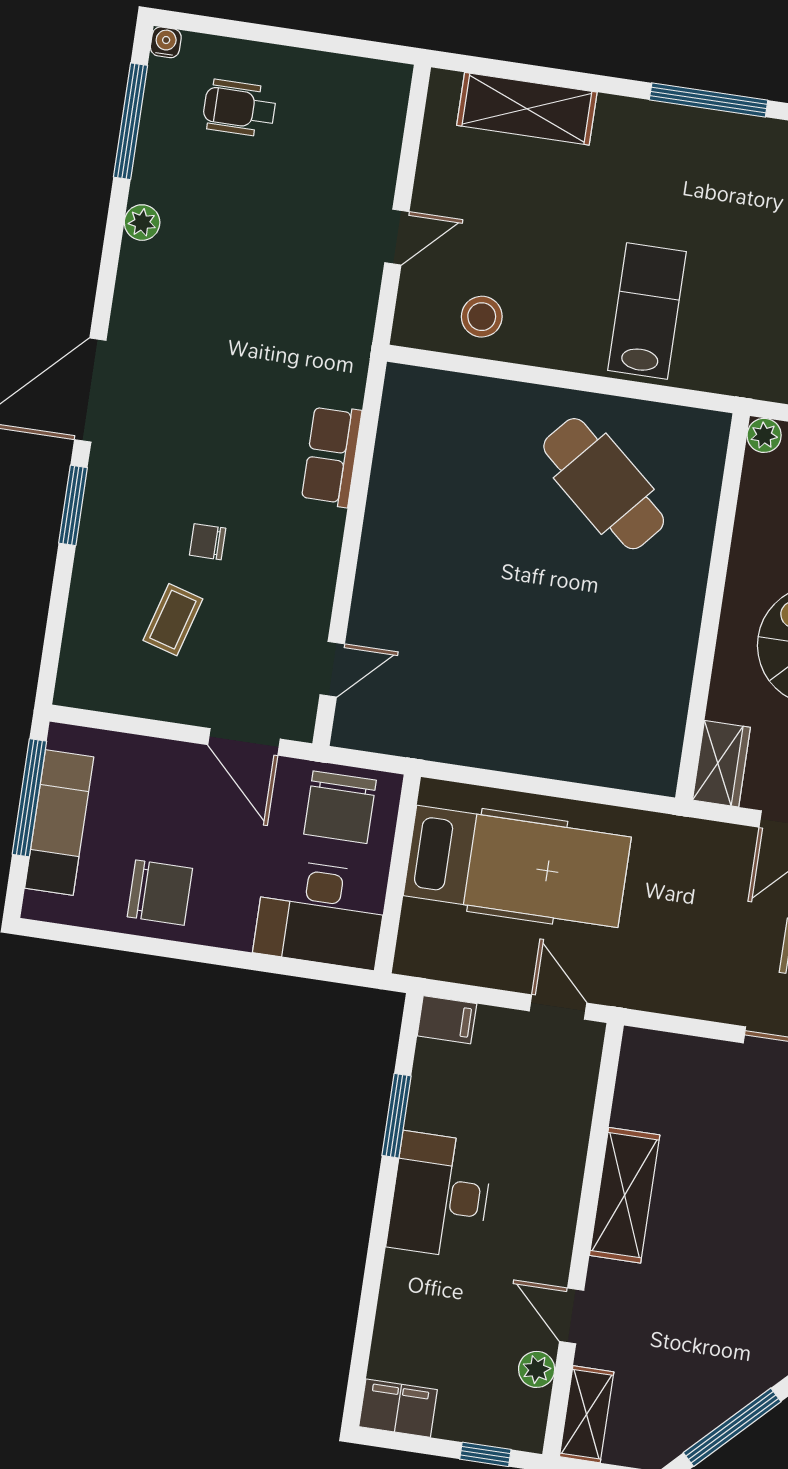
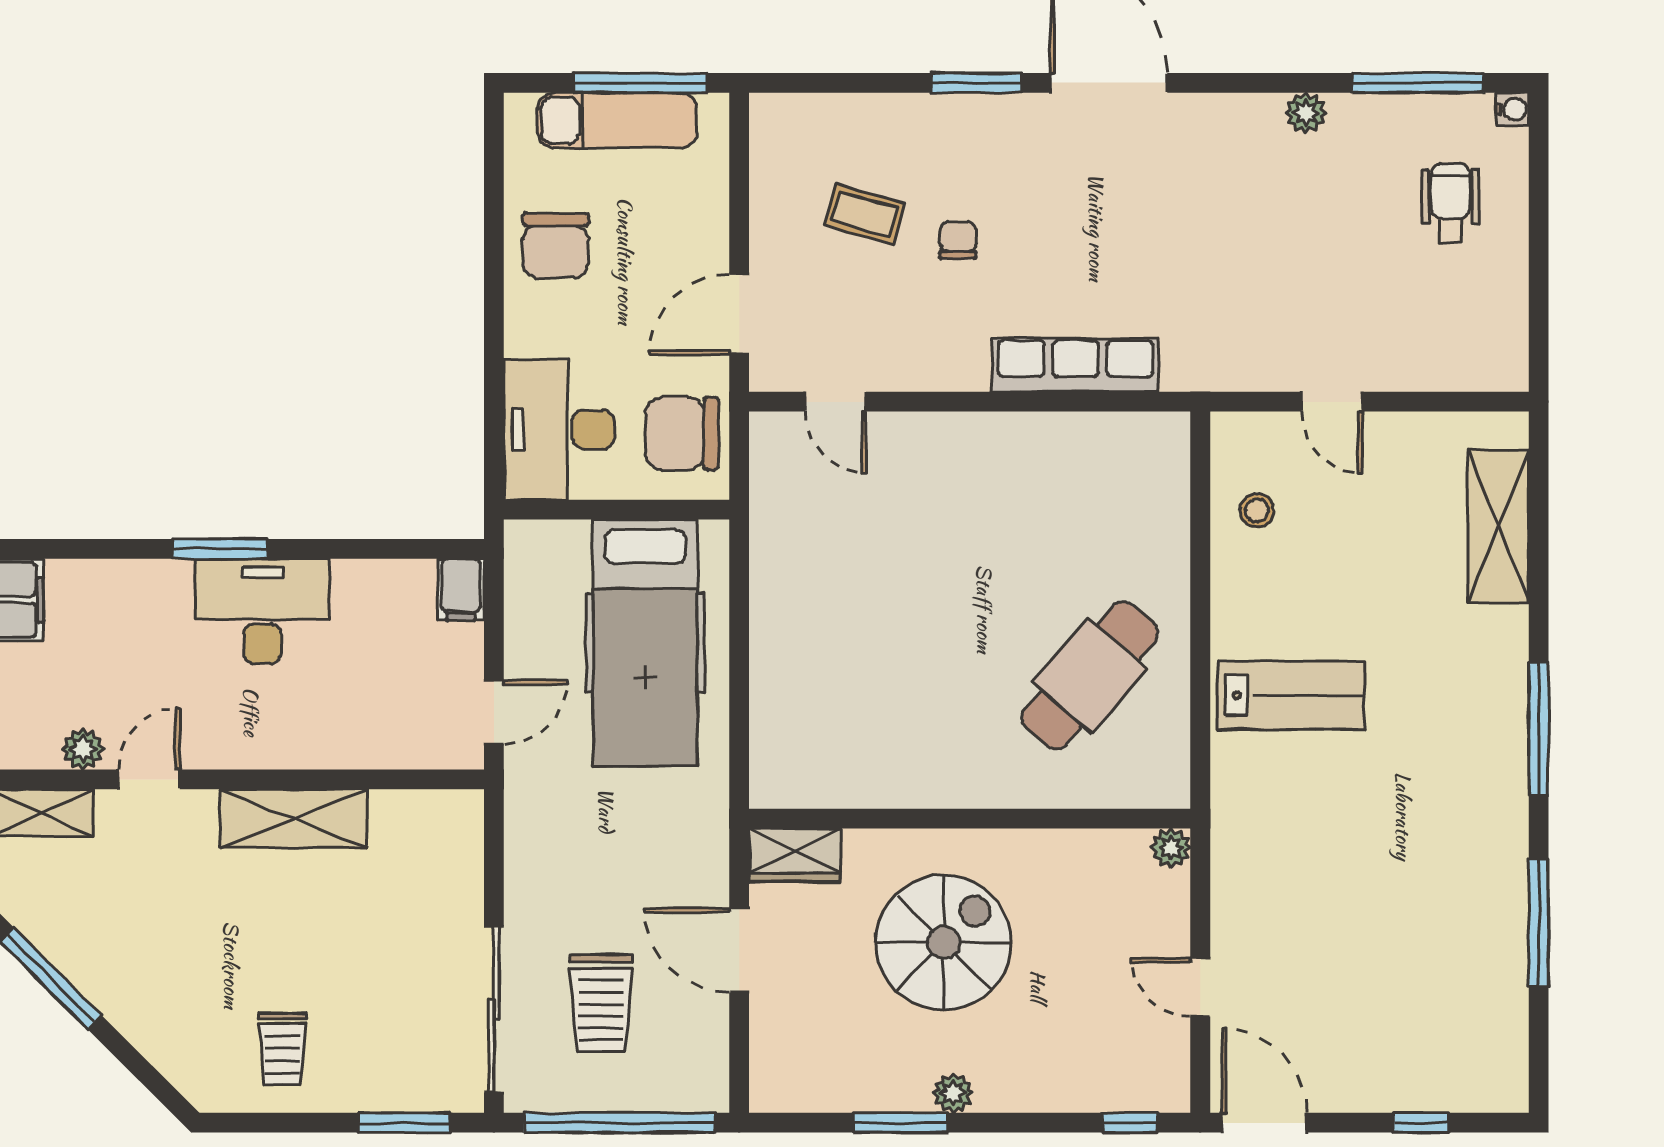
stool: (482, 317) -> (1257, 510), width x0.73, depth x0.73
row of seats: (332, 456) -> (1076, 365), width x1.48
window: (396, 1116) -> (220, 549), moved

